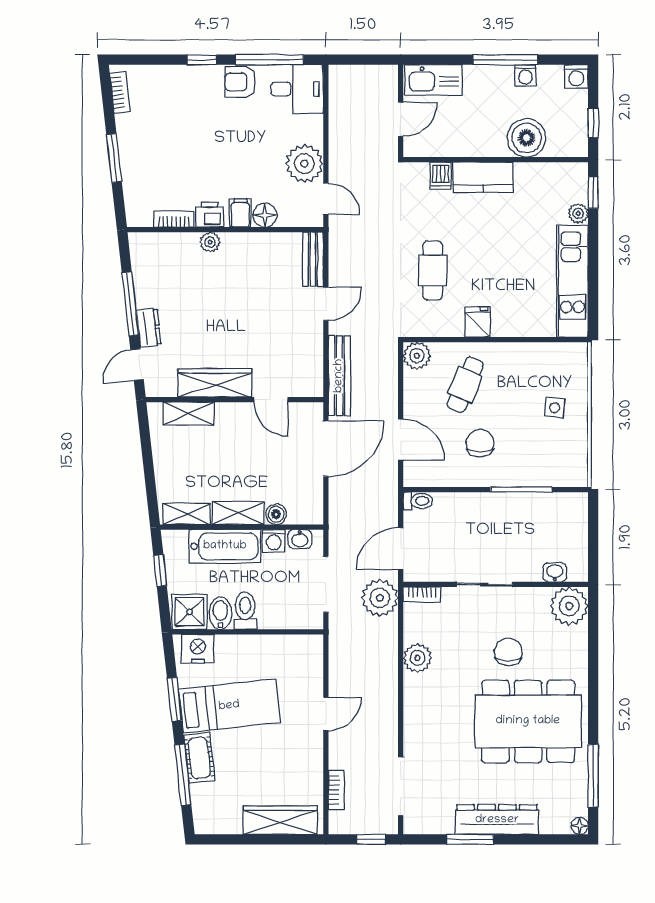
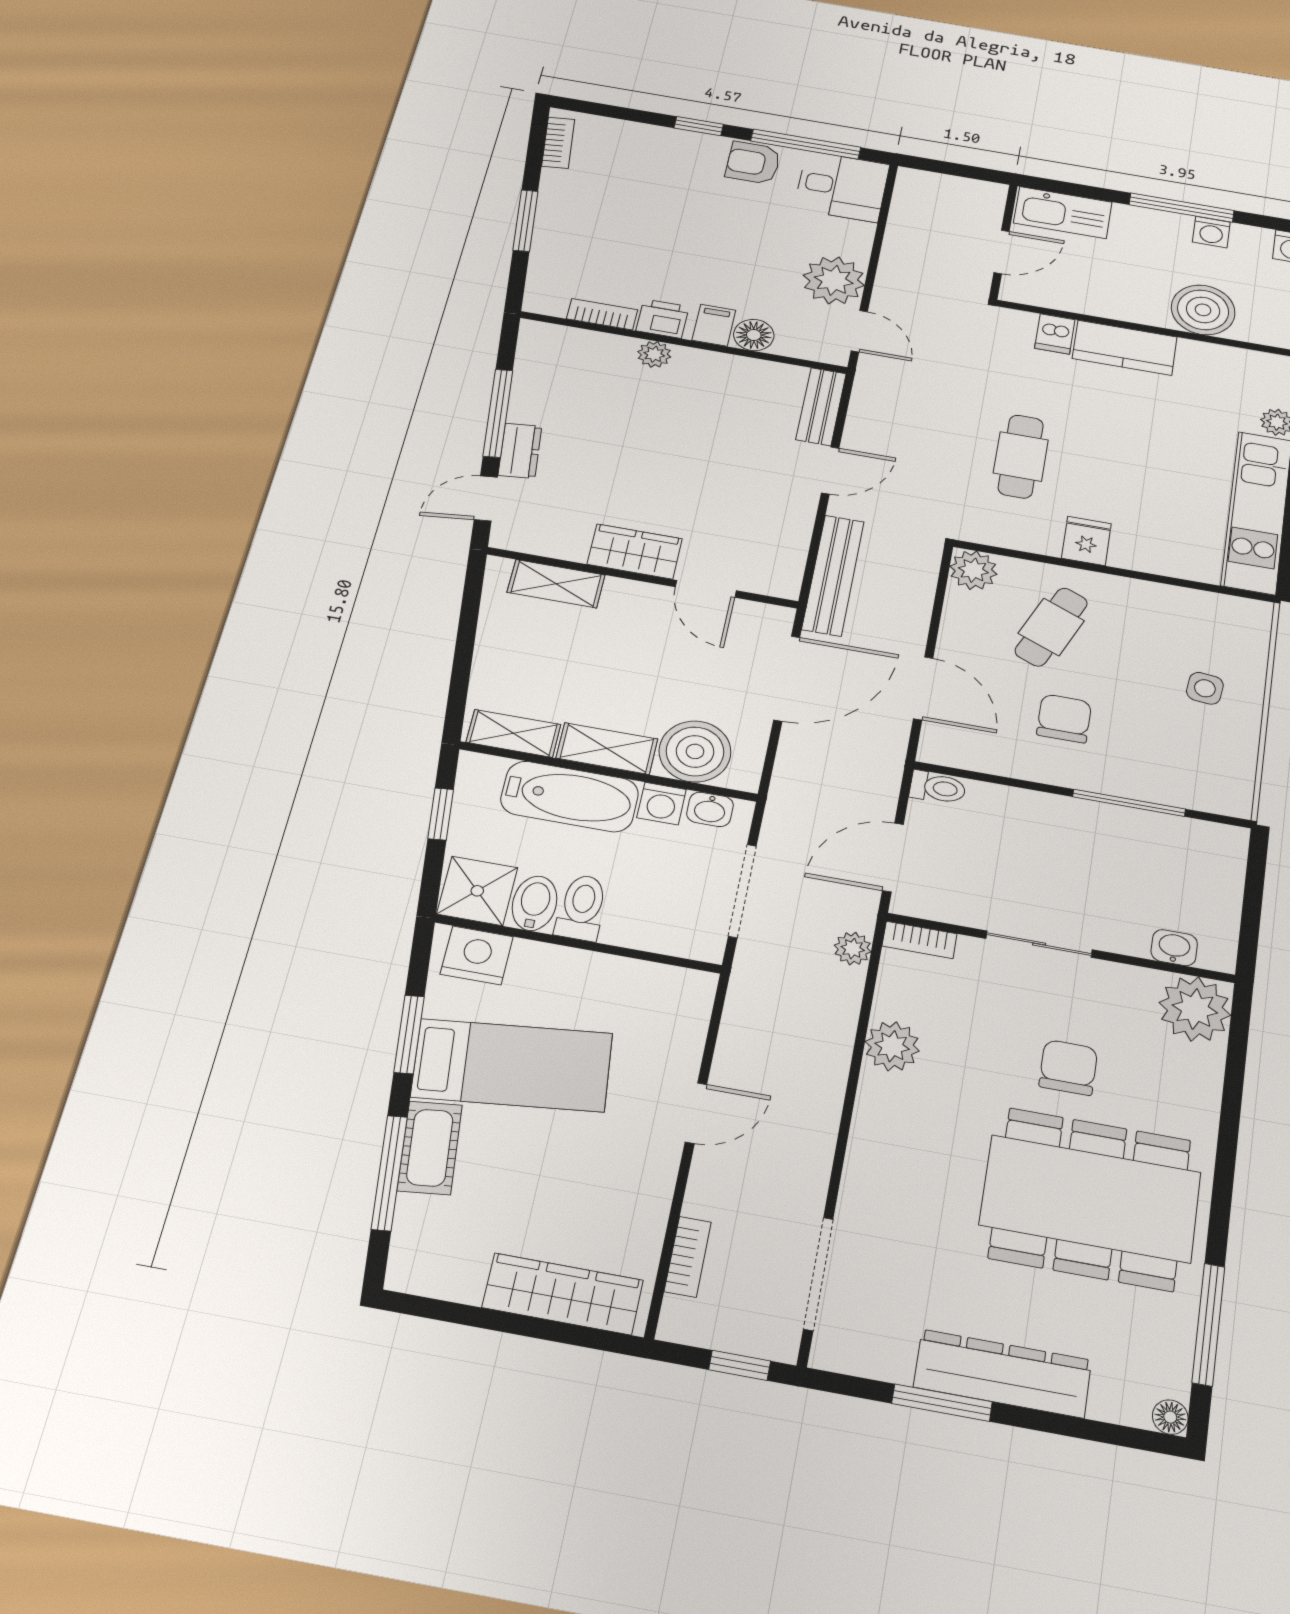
wardrobe: (215, 383) -> (635, 551), width x0.67
boiler: (276, 514) -> (695, 751), width x1.86, depth x1.86
plant: (380, 598) -> (853, 949), width x0.53, depth x0.53

